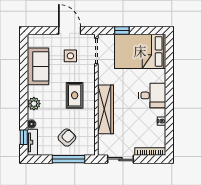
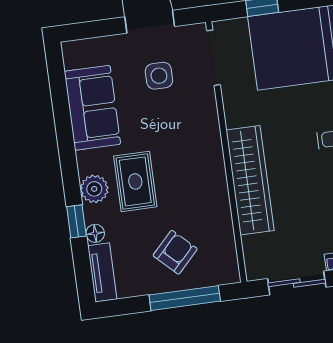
rug: (75, 95) -> (135, 181), moved
window: (24, 137) -> (76, 221), moved

